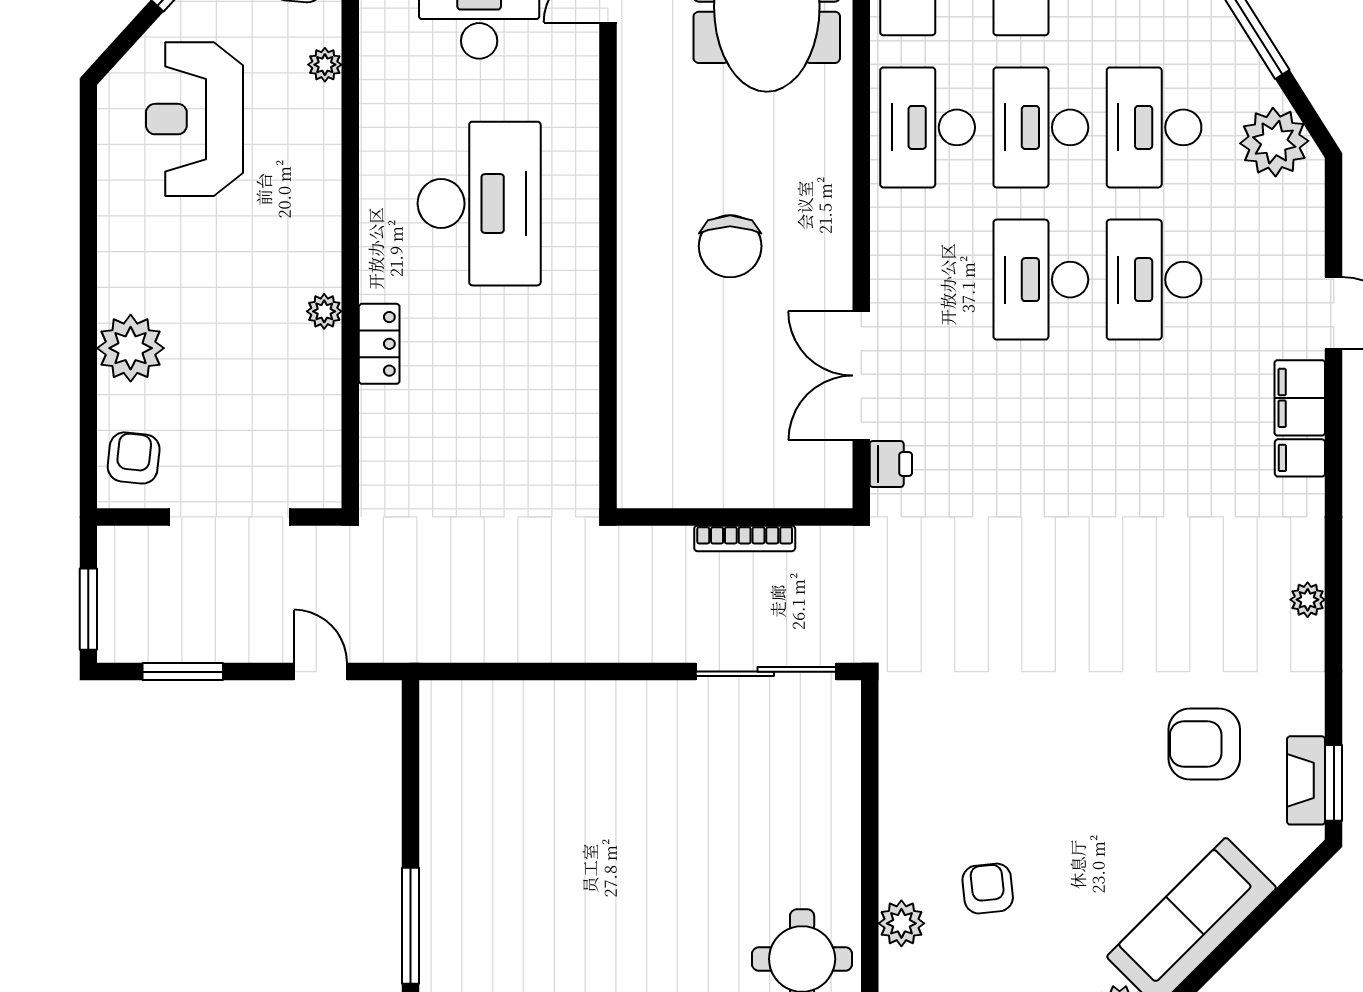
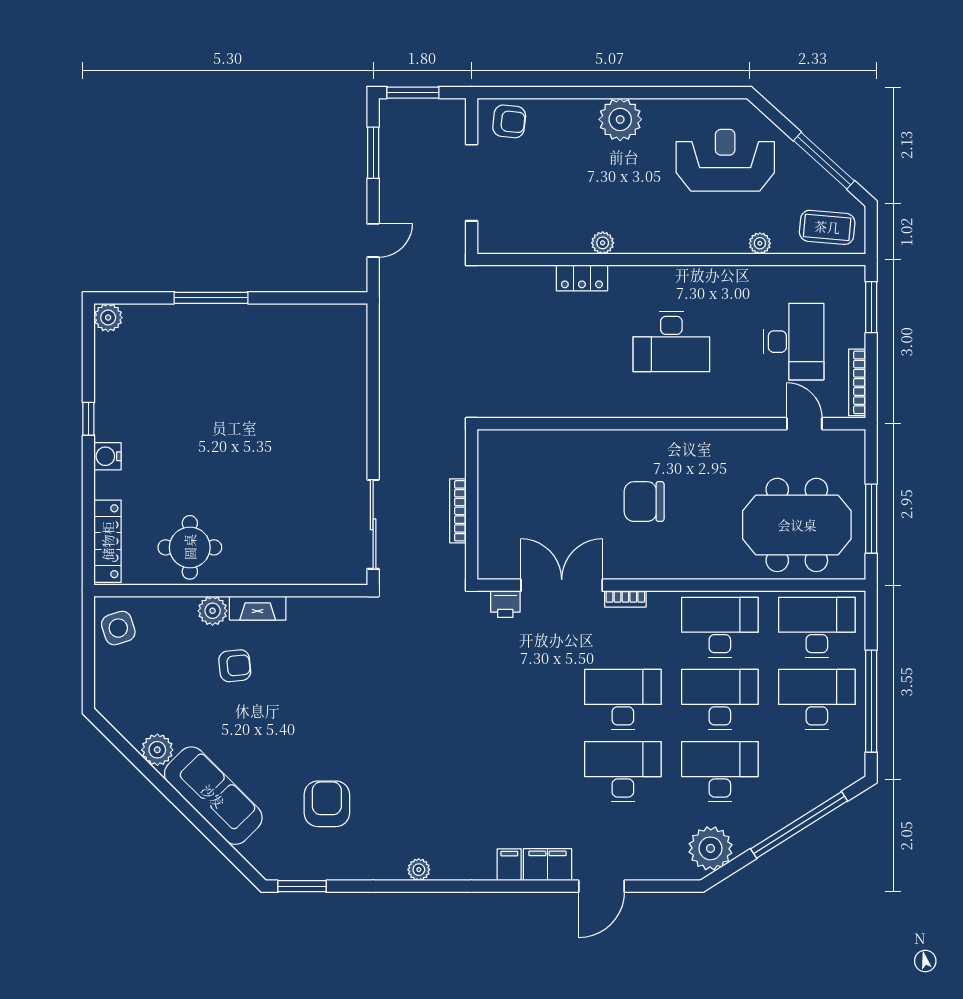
desk: (479, 204) -> (671, 342), width x0.73, depth x0.77
bookcase: (883, 276) -> (625, 599), added
plant: (131, 348) -> (620, 119), moved
fireplace: (1306, 780) -> (258, 608), moved, turned 180

